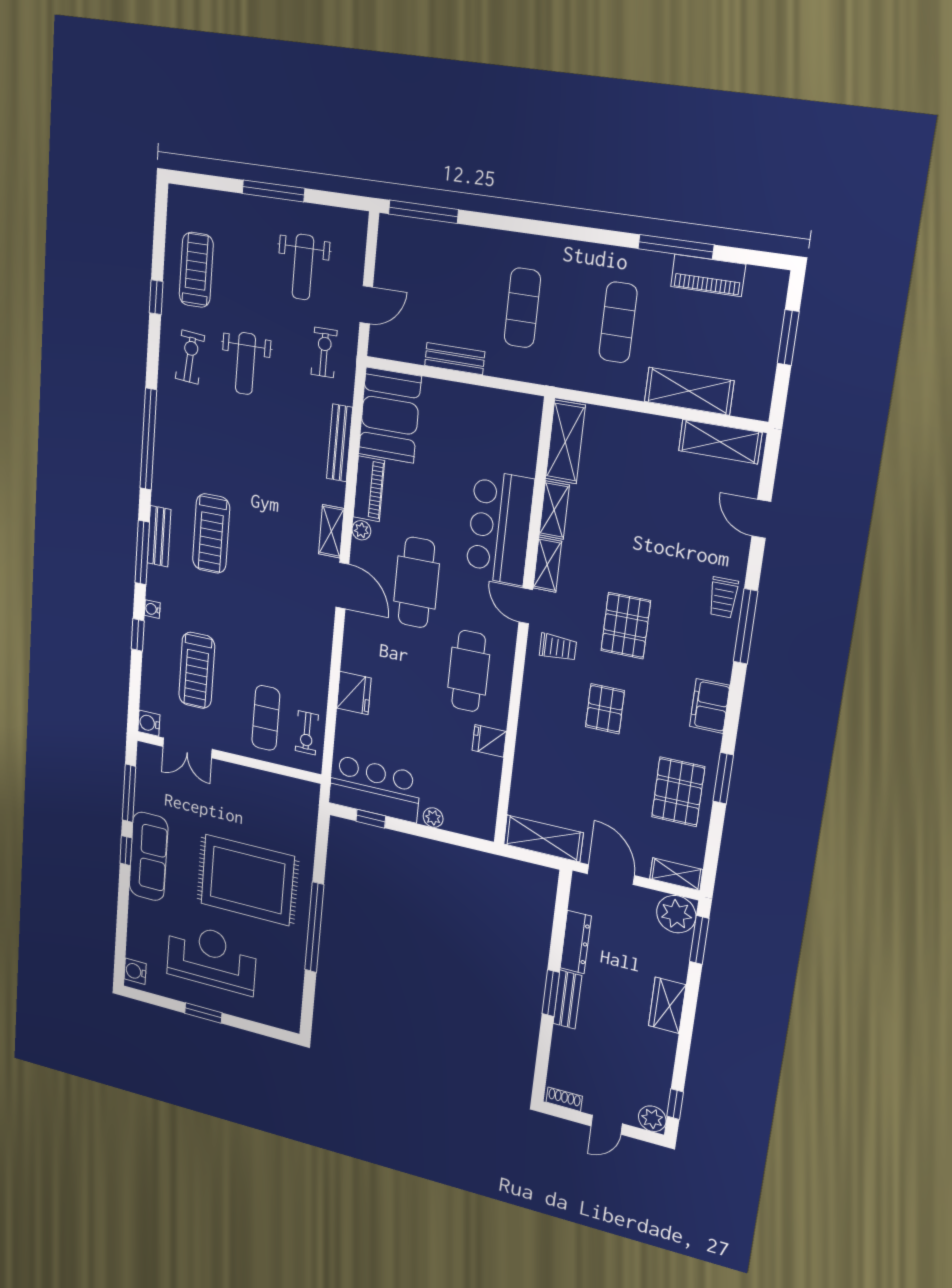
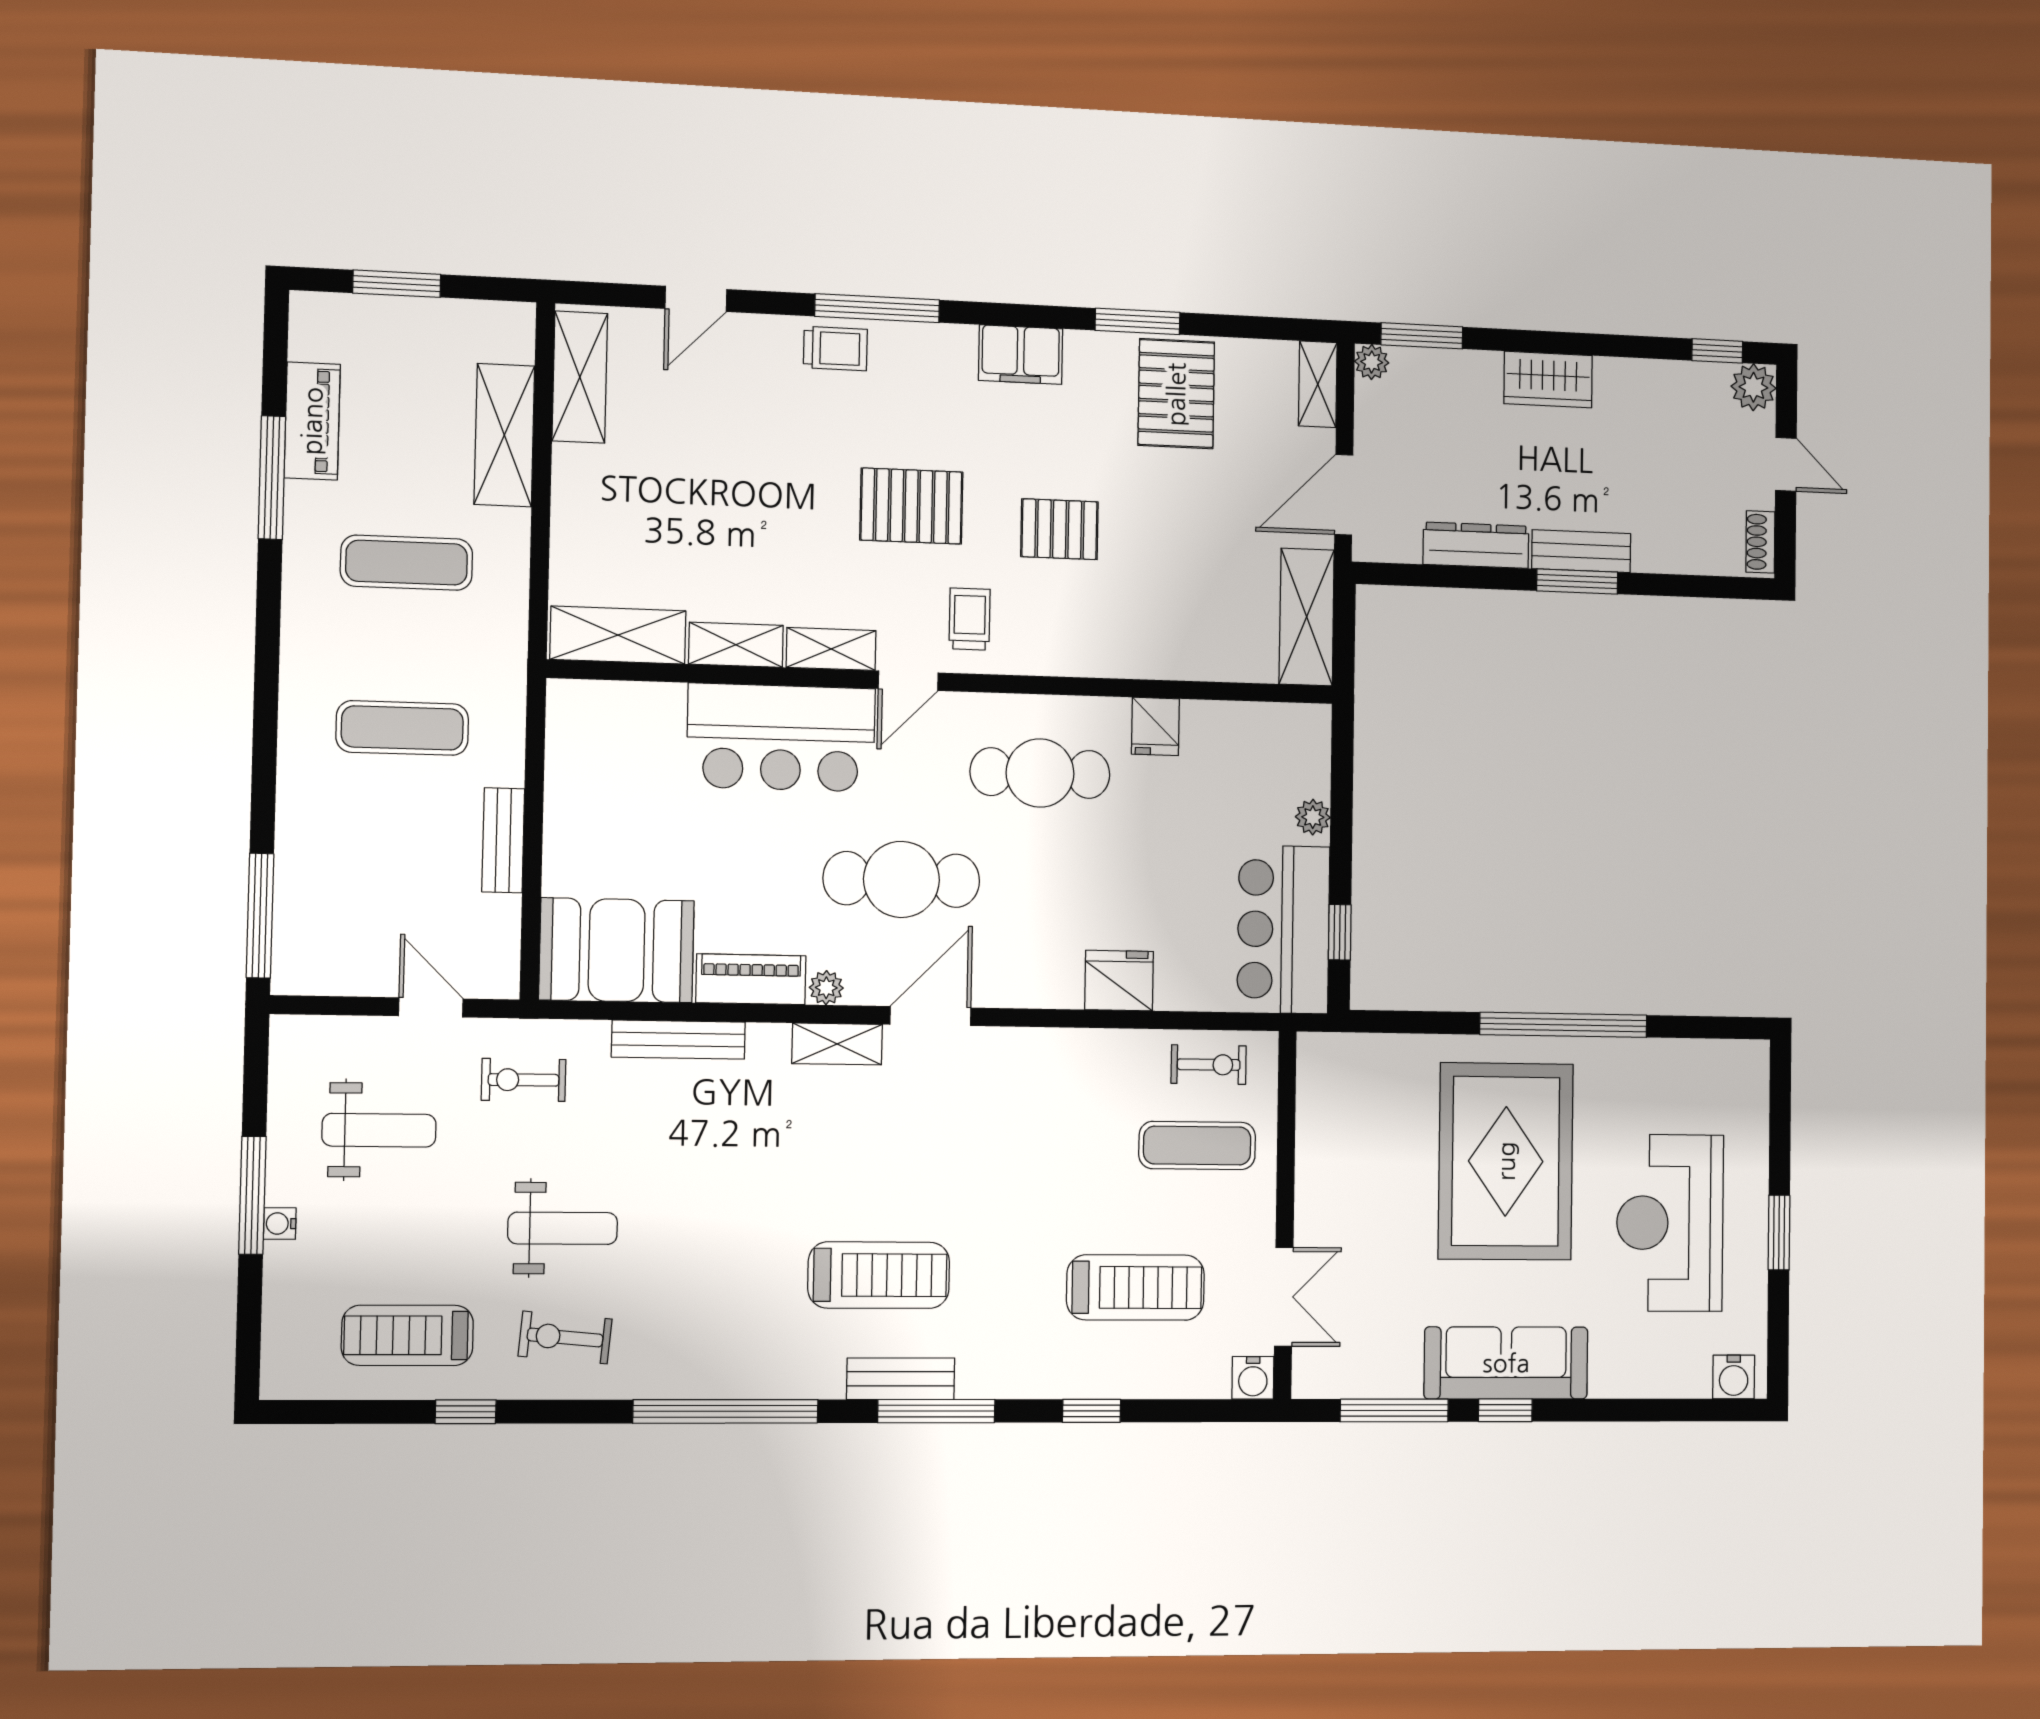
water cooler: (152, 609) -> (280, 1224), moved, turned 90
pallet: (678, 792) -> (1176, 394), turned 90
plant: (676, 914) -> (1372, 362), width x0.53, depth x0.53

